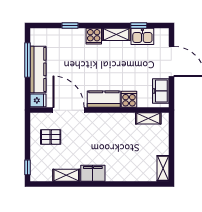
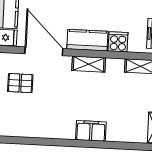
filing cabinet: (93, 173) -> (91, 131), moved
shelving: (66, 175) -> (89, 64), moved

